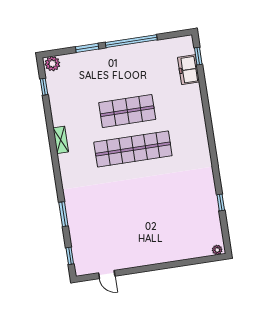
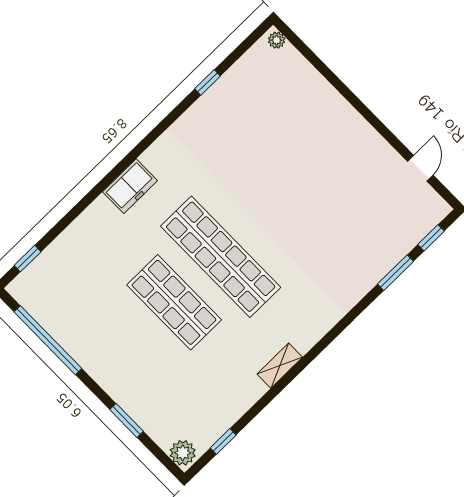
window: (131, 41) -> (48, 340), moved
freezer: (189, 70) -> (130, 186), moved
window: (63, 214) -> (395, 273), moved

